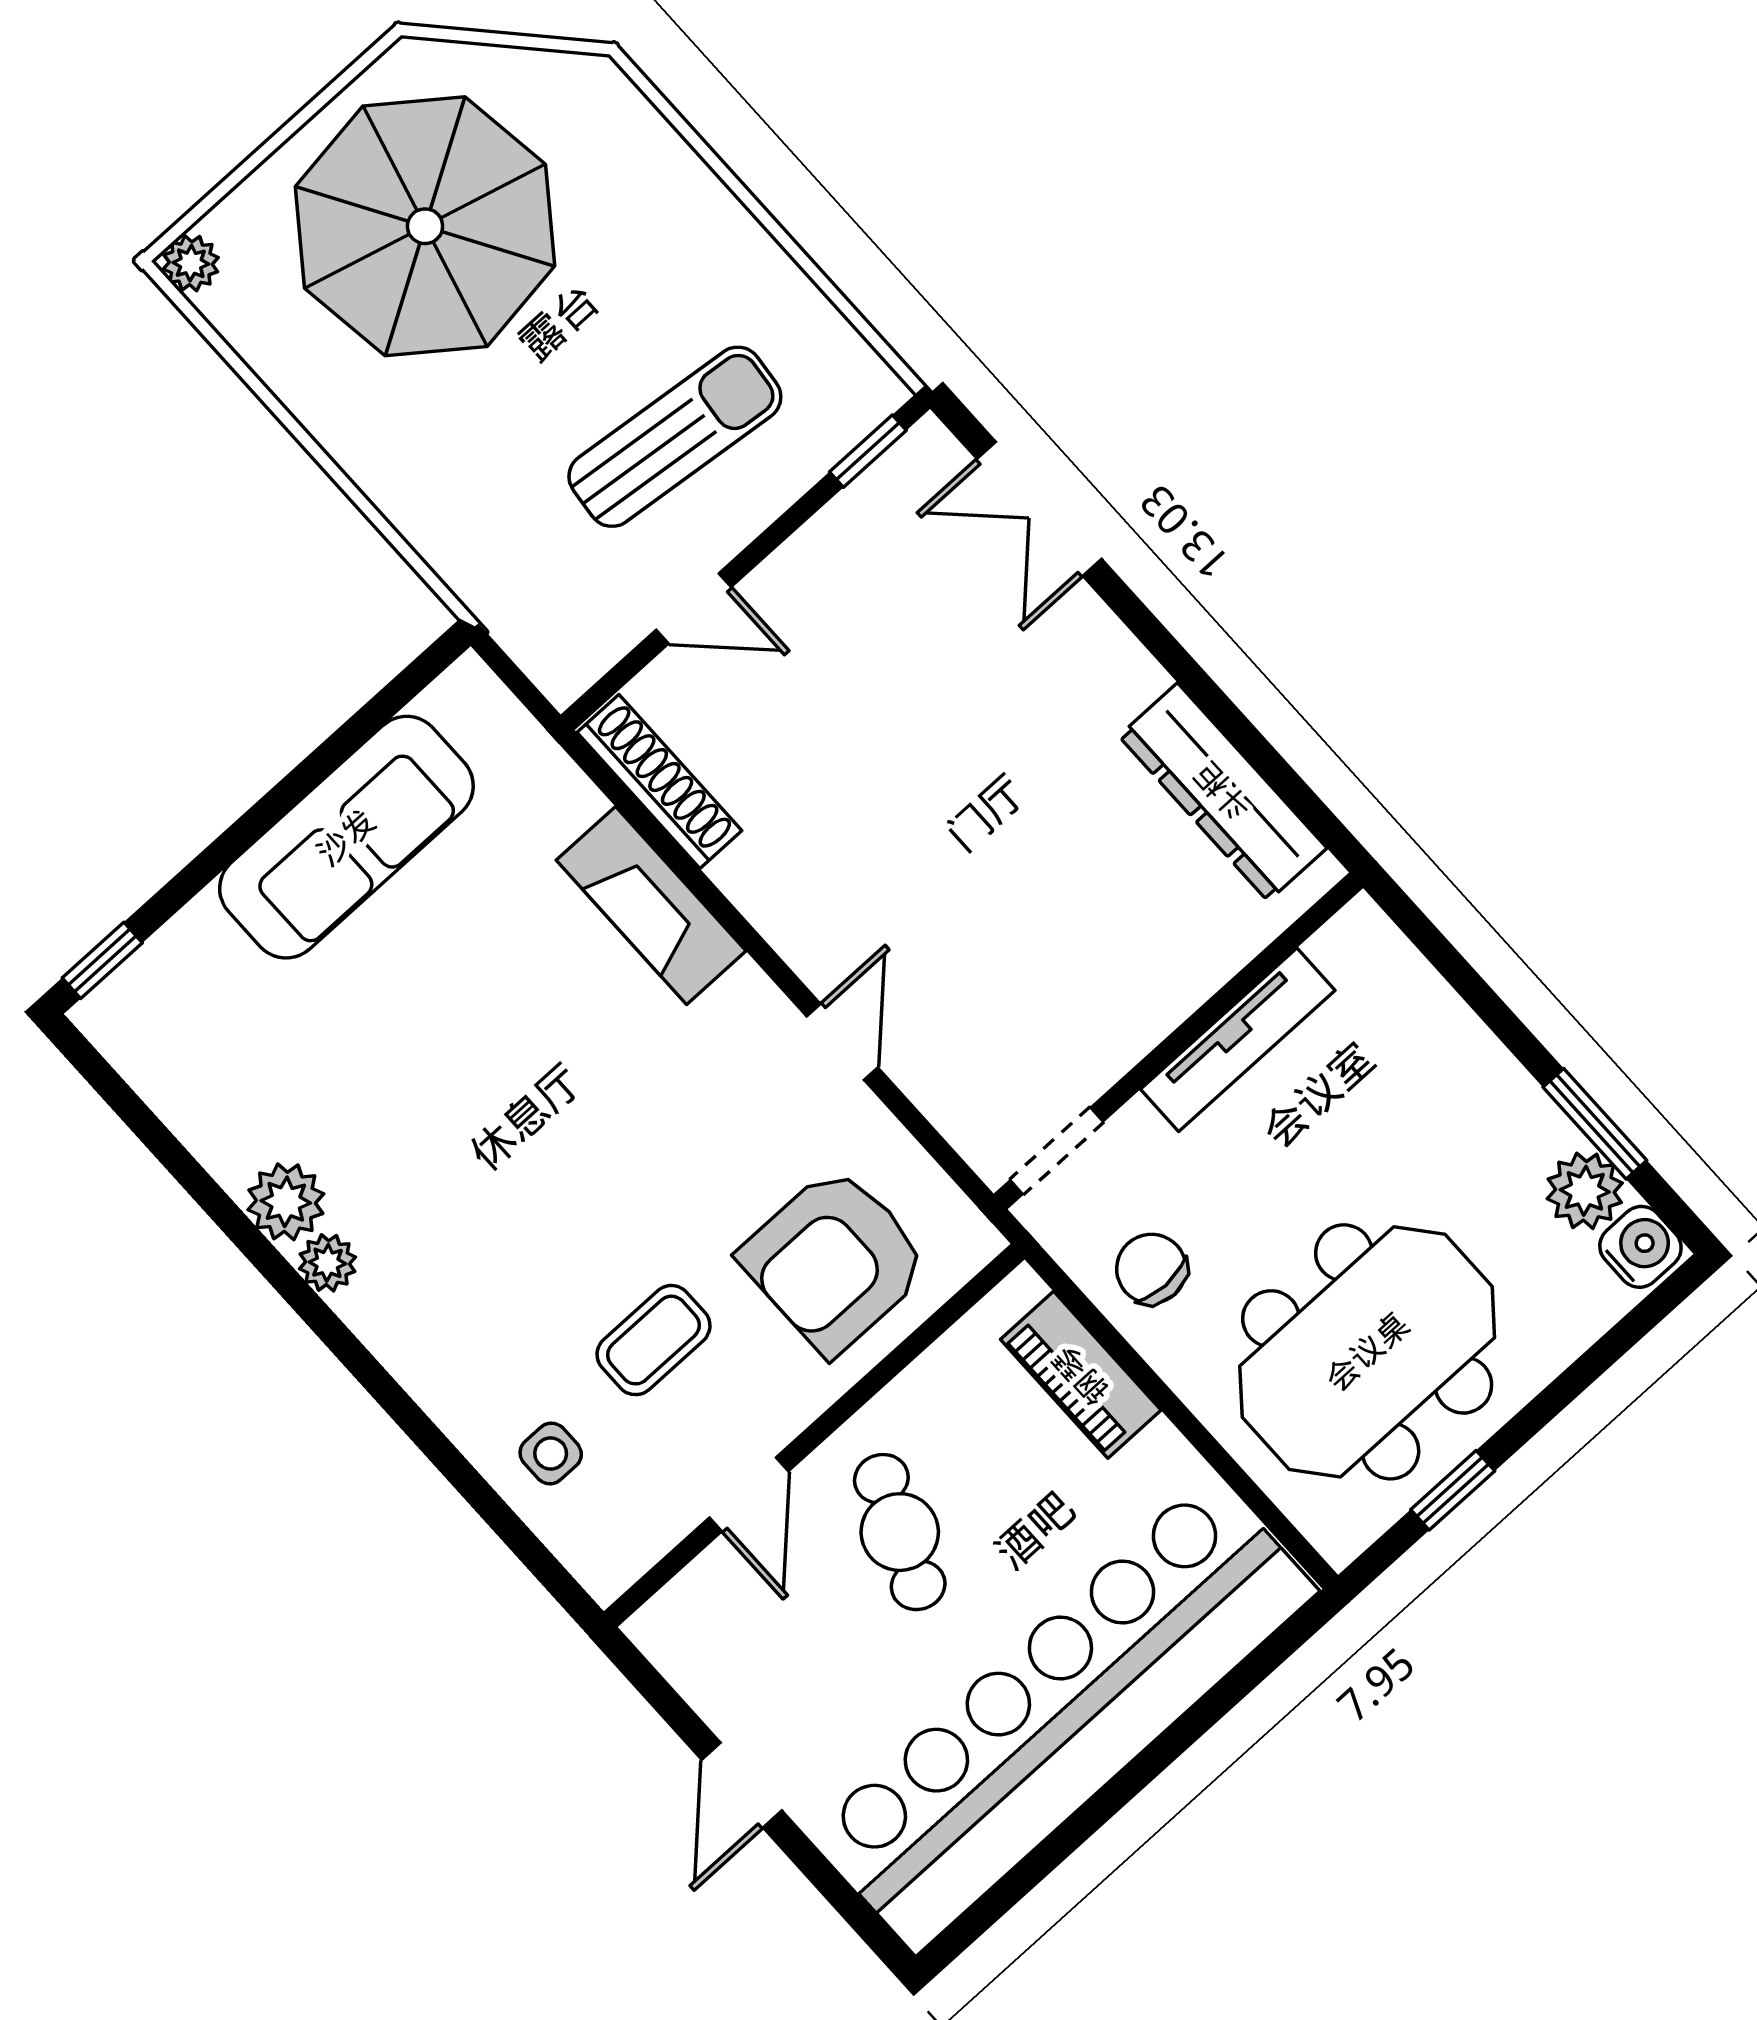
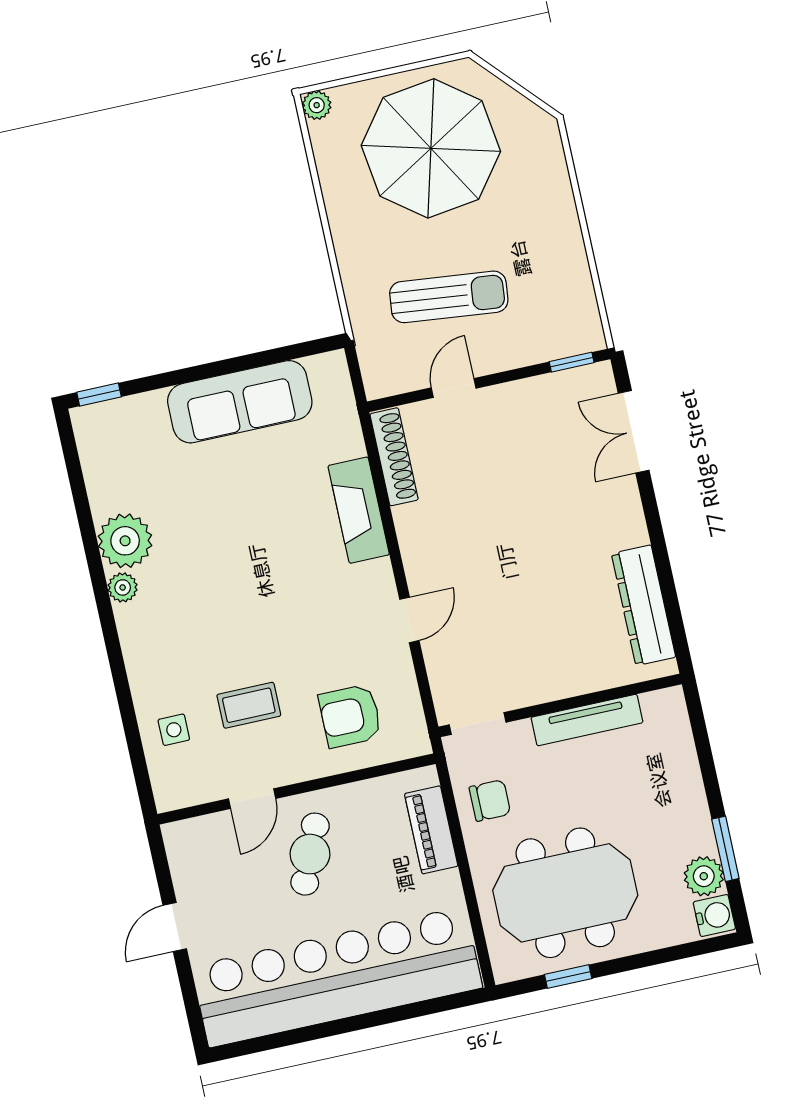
sun lounger: (675, 437) -> (449, 297), moved
door: (694, 608) -> (454, 388), swing flipped
plant: (286, 1202) -> (125, 541), width x1.36, depth x1.36
armchair: (835, 1260) -> (350, 716), width x0.73, depth x0.73
chair: (1151, 1269) -> (490, 800), turned 90

